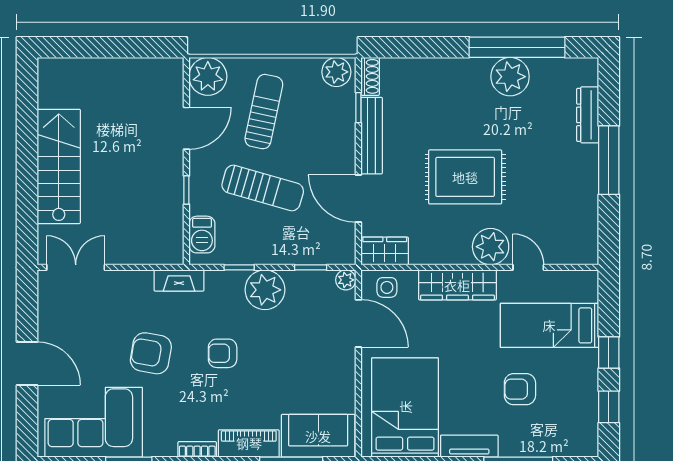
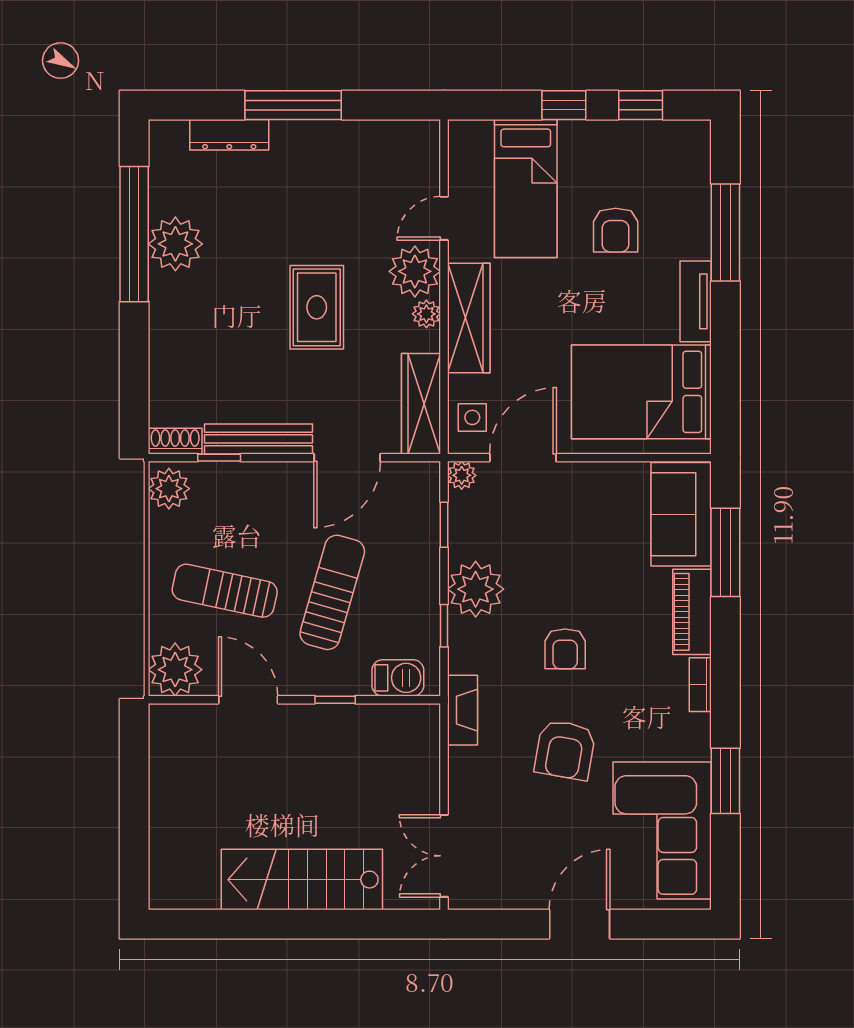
rug: (465, 177) -> (317, 307), width x0.73, depth x0.70
wardrobe: (385, 251) -> (421, 404), width x1.50
plant: (460, 255) -> (426, 314), added

